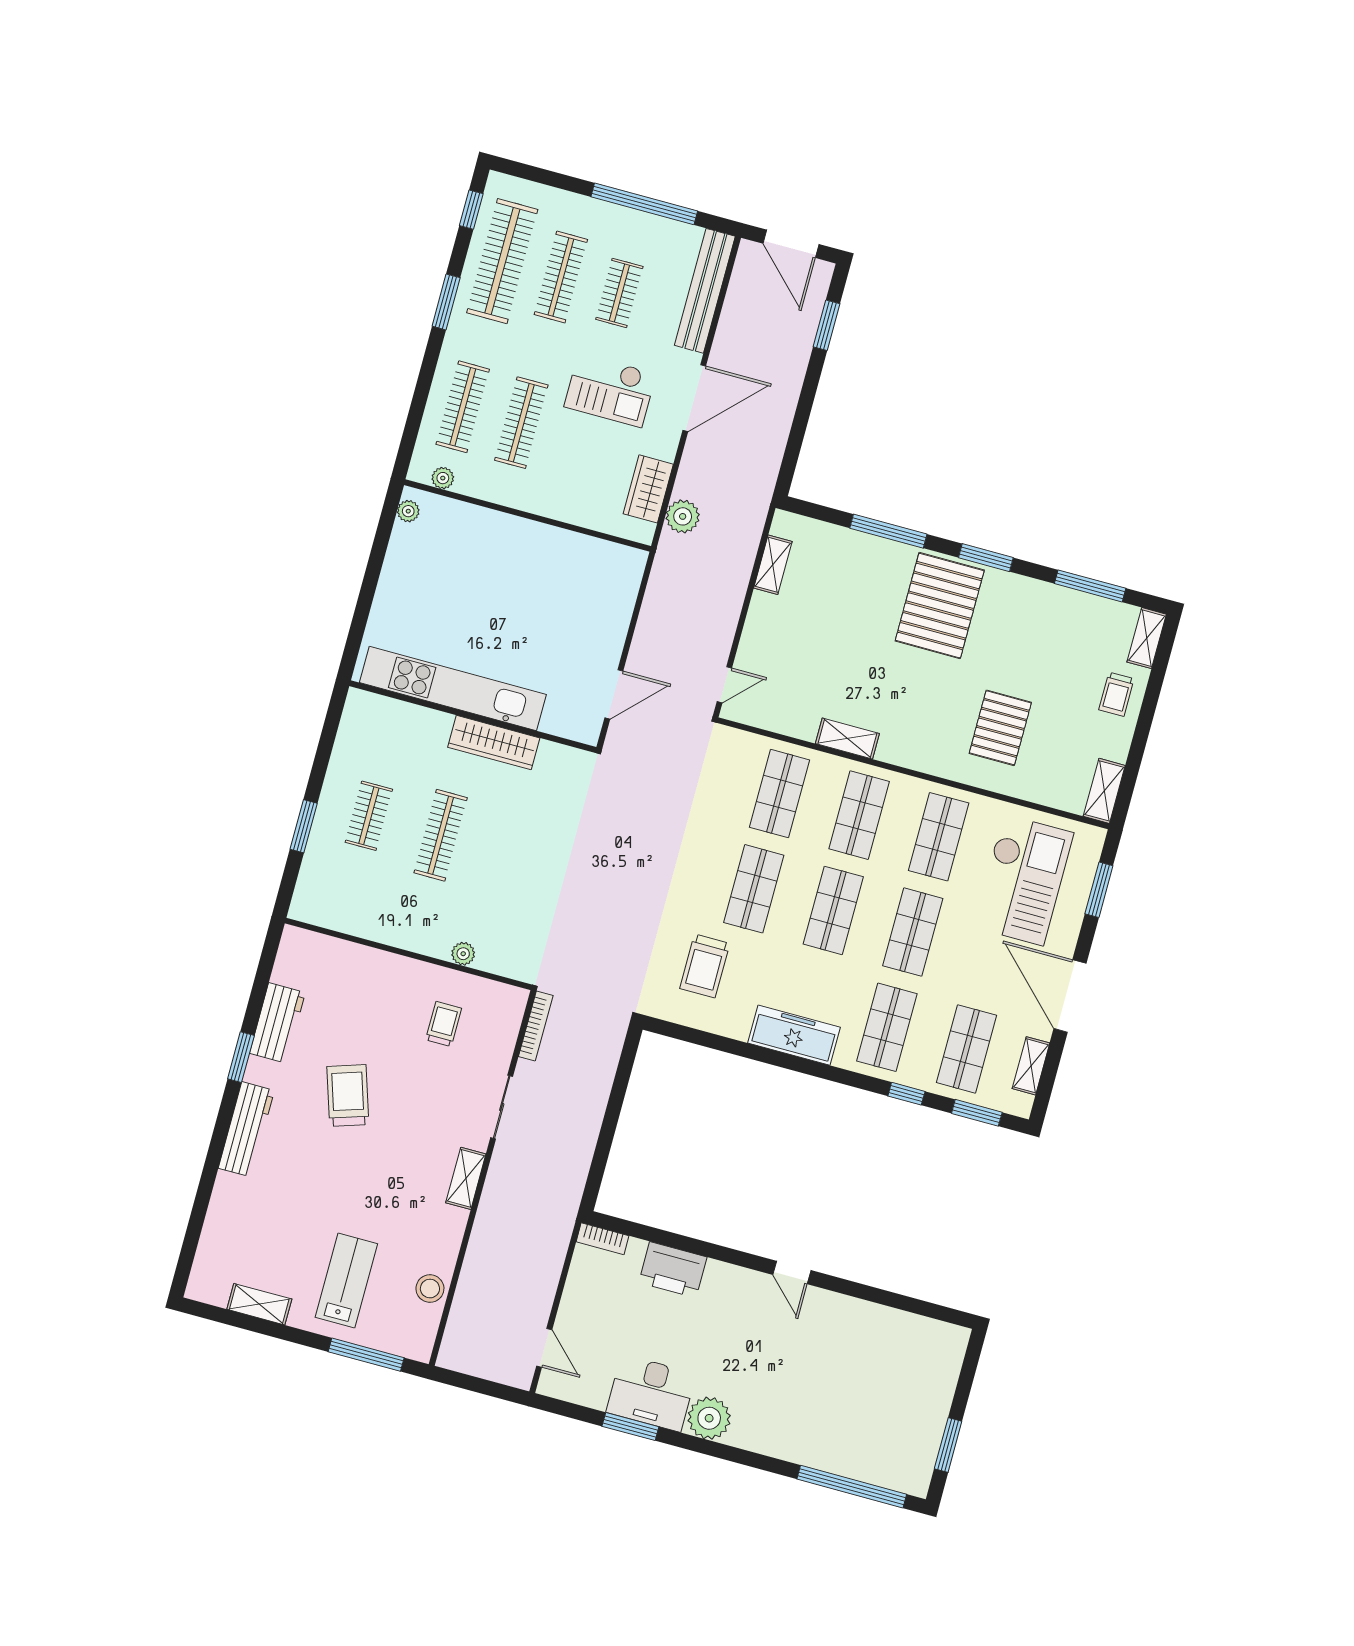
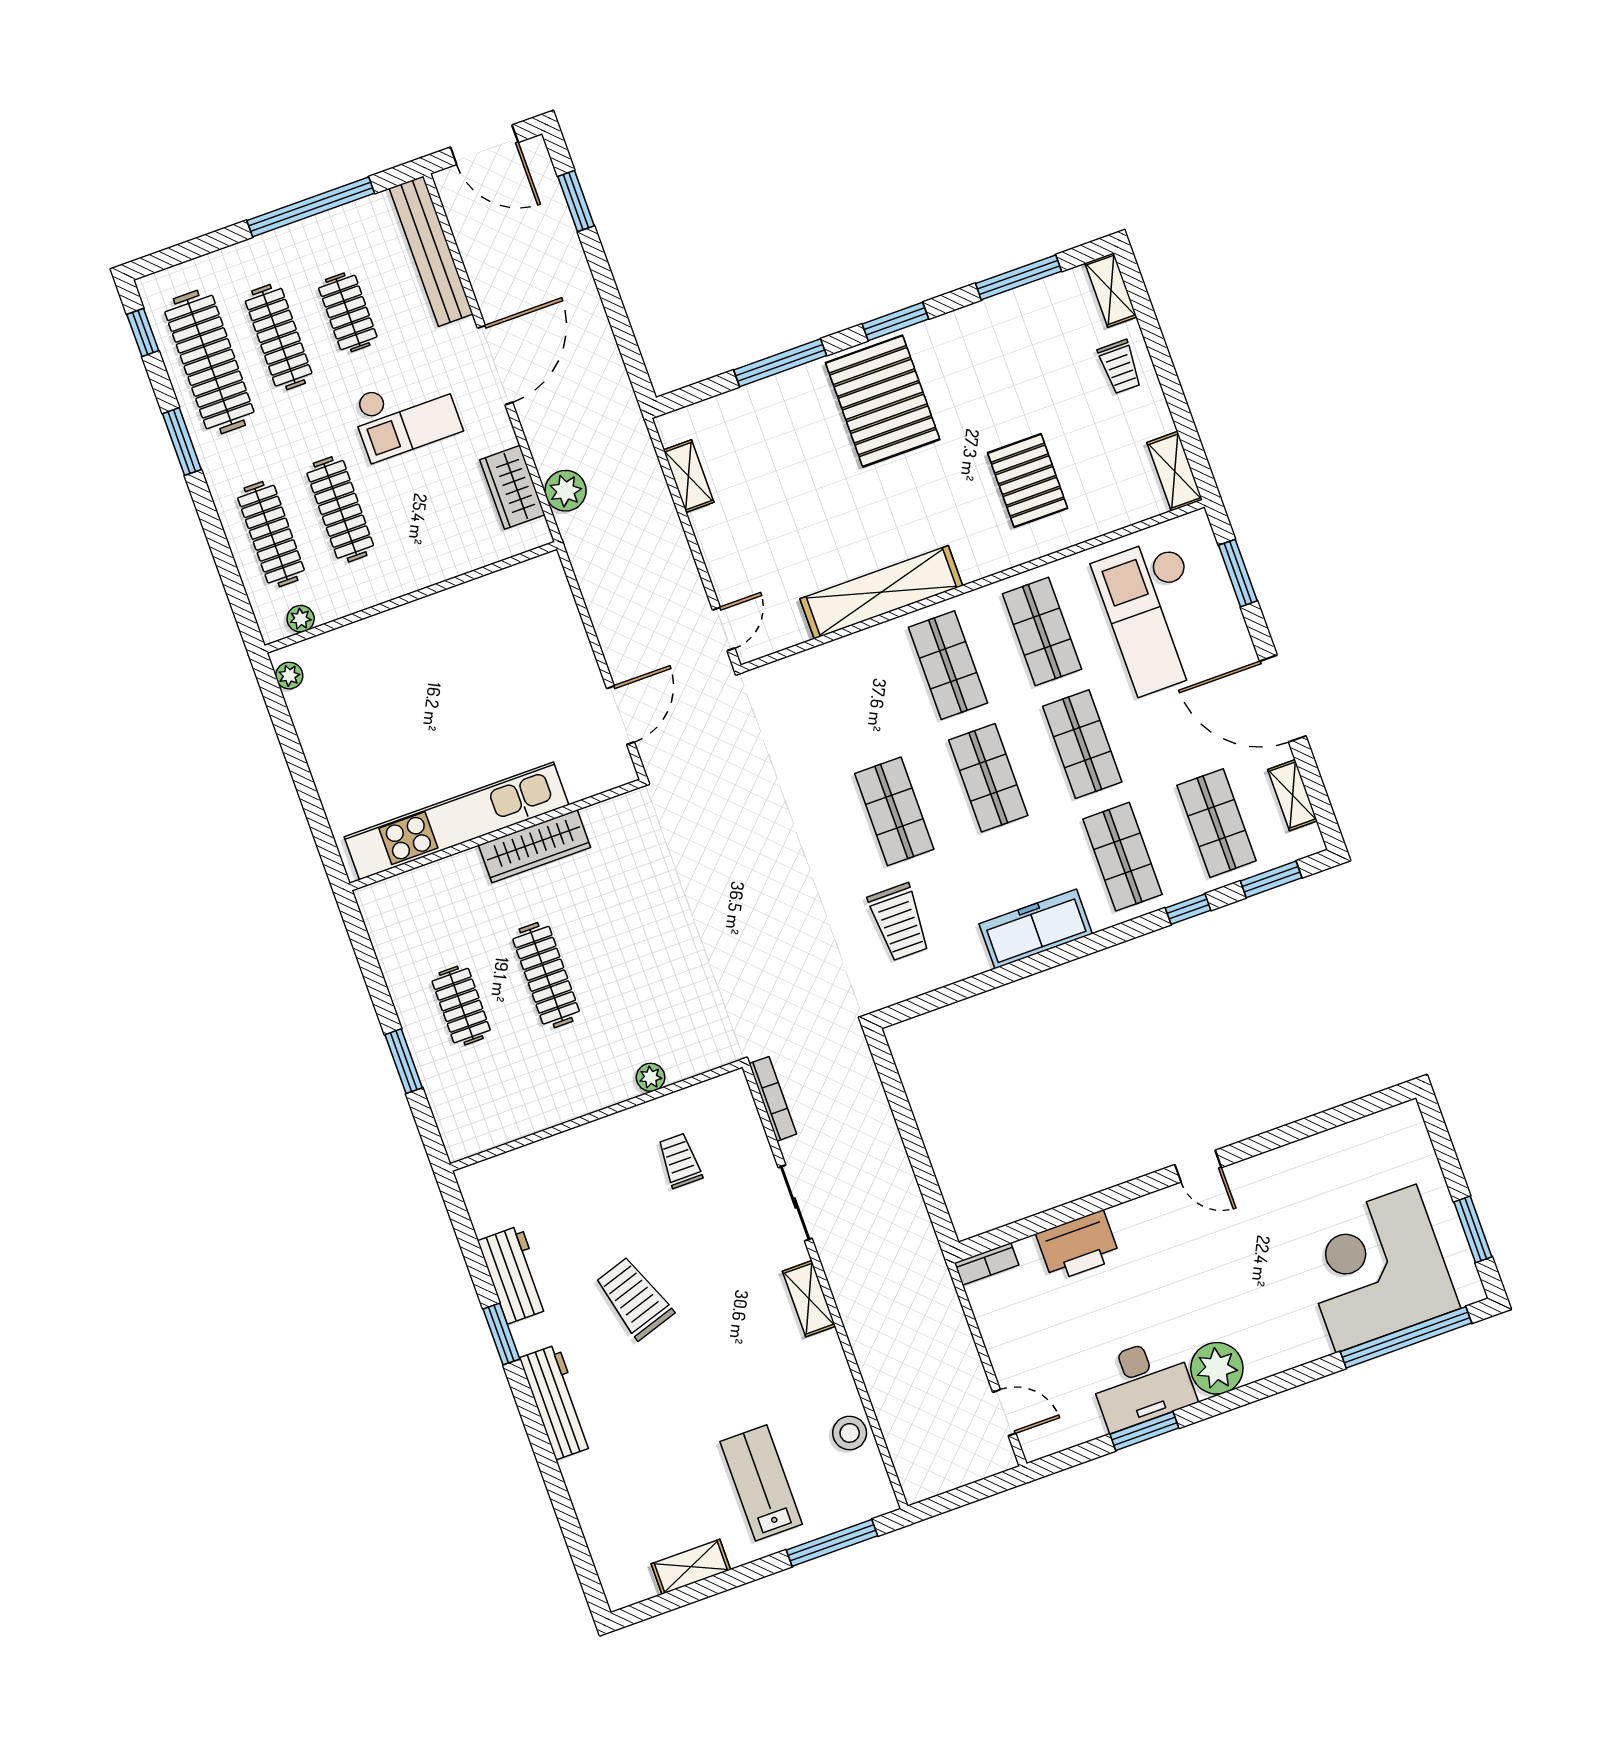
shelving: (847, 739) -> (881, 592), width x2.20, depth x1.33
shop shelf: (780, 794) -> (854, 699), removed
checkout: (1023, 880) -> (1156, 616), turned 180
corner desk: (864, 1426) -> (1376, 1268), added

